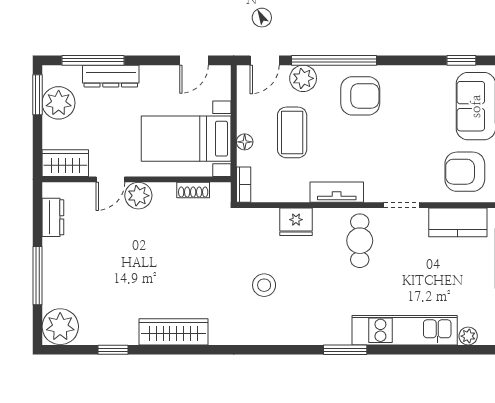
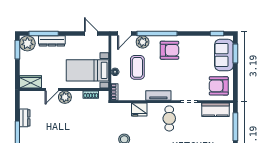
door: (194, 60) -> (91, 33), swing flipped
plant: (59, 103) -> (27, 43), moved
dresser: (53, 217) -> (25, 118), moved

